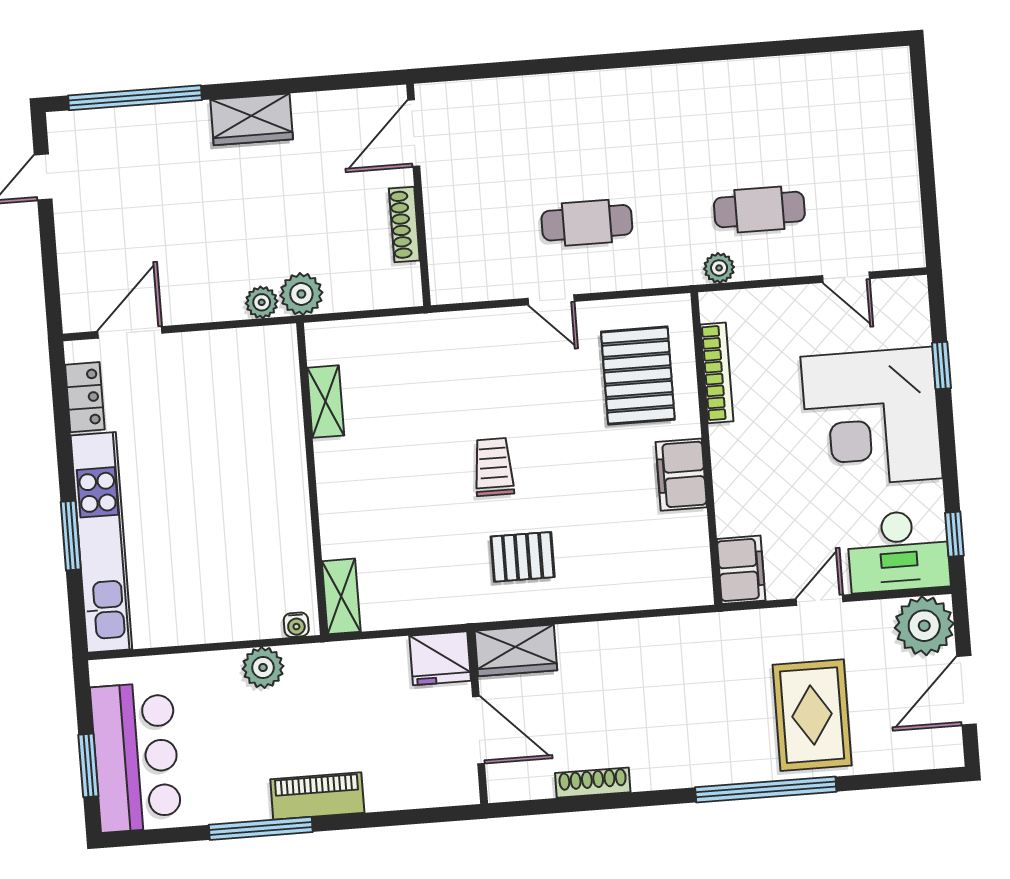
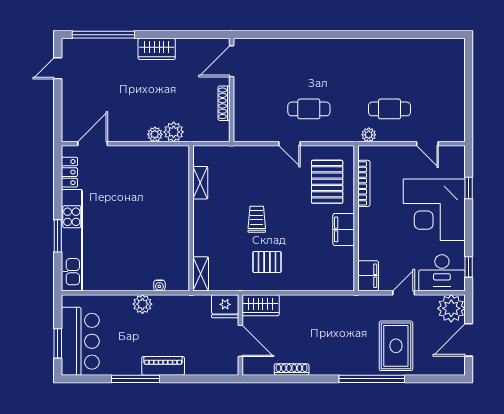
shelving: (326, 402) -> (200, 183), moved
wall: (312, 479) -> (191, 218), moved
shelving: (341, 596) -> (201, 274), moved

